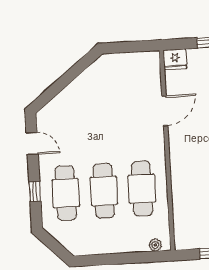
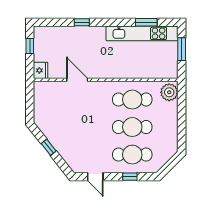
window: (69, 76) -> (49, 147), added
door: (32, 143) -> (95, 177), swing flipped
plant: (155, 245) -> (169, 92), width x1.87, depth x1.87

